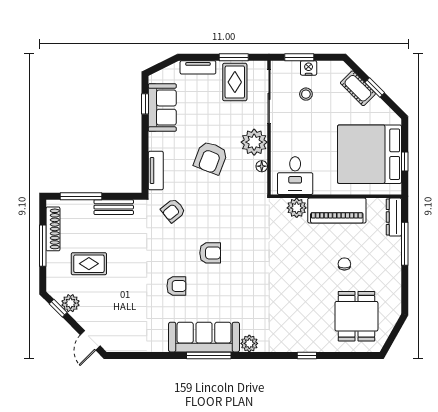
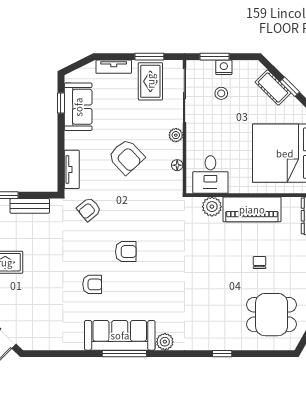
plant: (254, 142) -> (176, 135), width x0.53, depth x0.53
armchair: (211, 158) -> (126, 157), turned -64
dining table: (356, 316) -> (272, 315), turned 90

